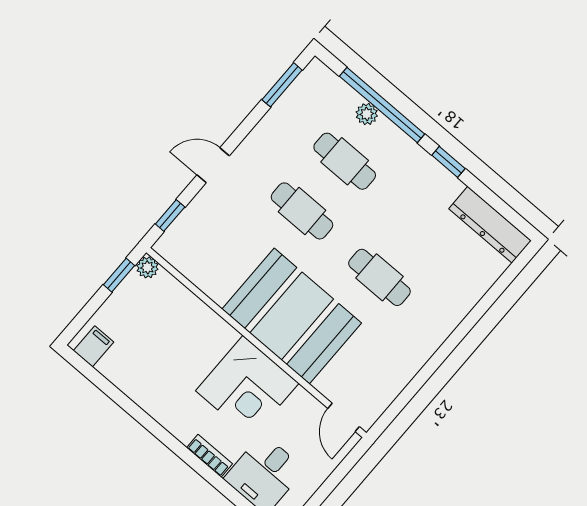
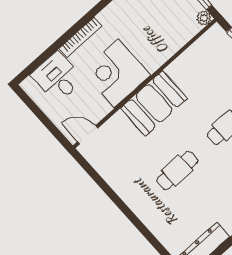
booth: (292, 316) -> (154, 103), width x0.73, depth x0.70
bookcase: (210, 456) -> (81, 37), width x1.56

